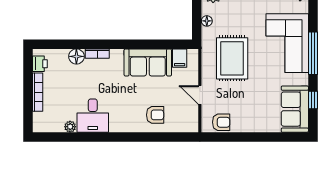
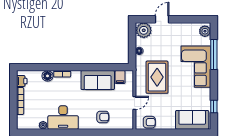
window: (313, 53) -> (214, 54), moved
door: (200, 95) -> (134, 103), swing flipped
sofa: (295, 109) -> (192, 120), moved, turned 90
desk: (93, 116) -> (63, 118), width x1.37

